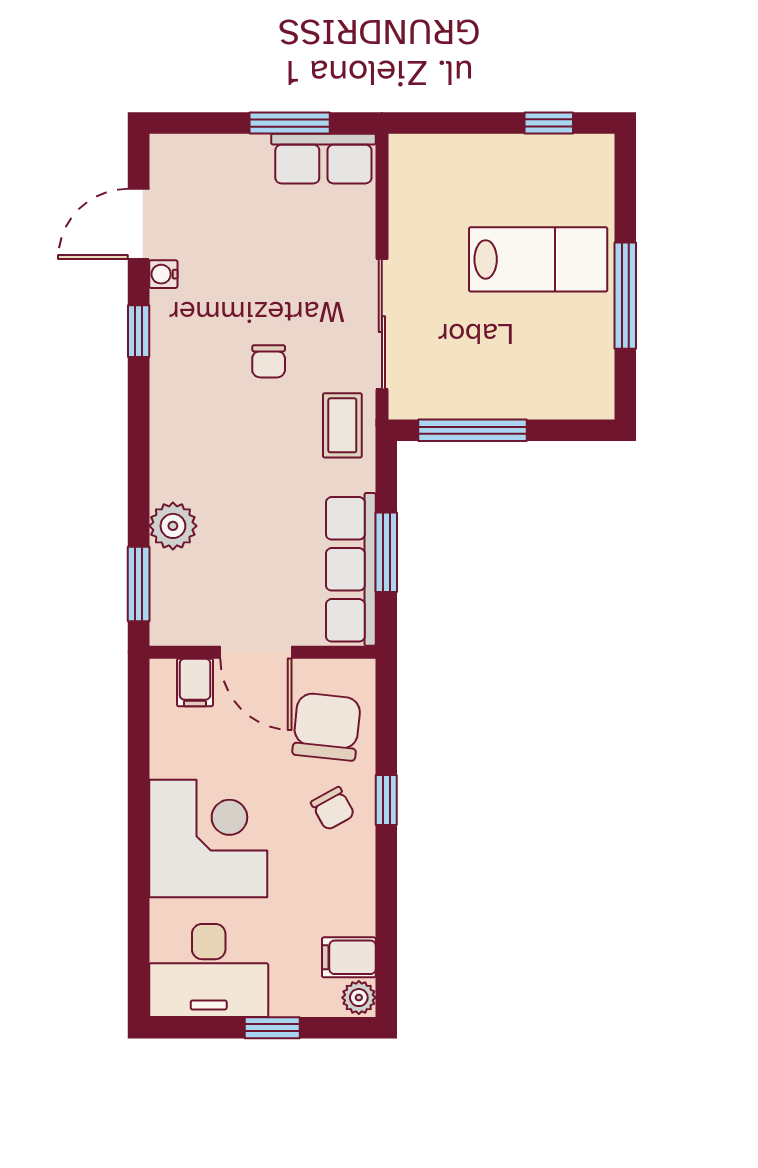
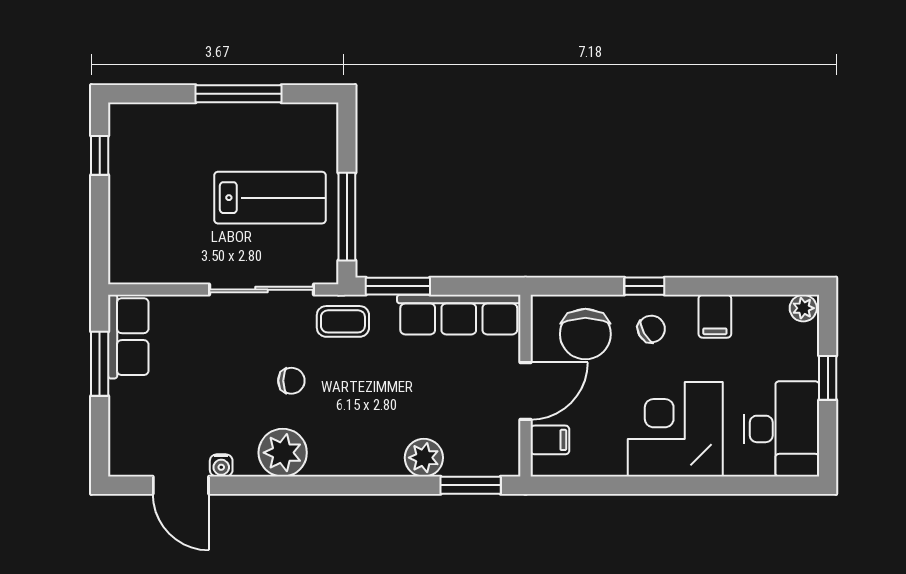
lab bench: (538, 259) -> (270, 198), moved, turned 90
window: (139, 331) -> (267, 485), removed
plant: (179, 350) -> (283, 453), added
window: (386, 552) -> (398, 286), moved
chair: (327, 727) -> (585, 334), turned -96
filing cabinet: (349, 957) -> (715, 316), moved

